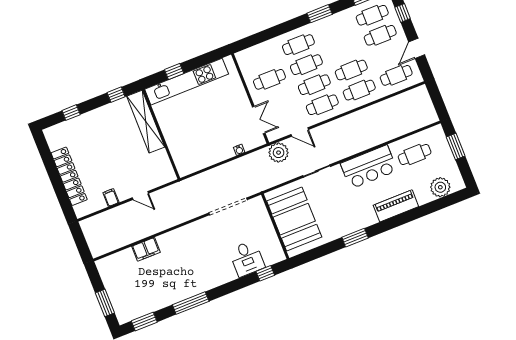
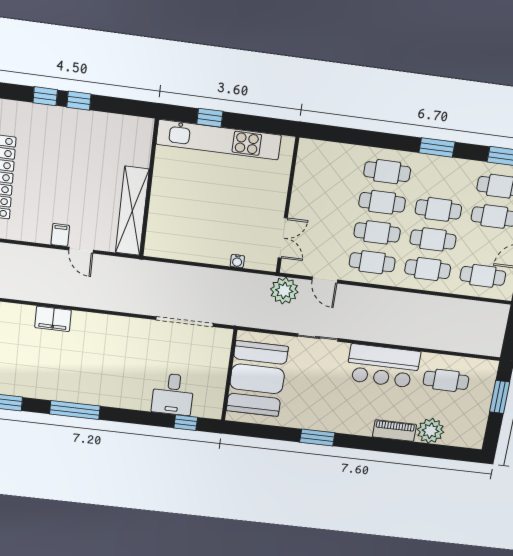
cafe table: (269, 79) -> (438, 209), moved
window: (116, 95) -> (79, 101), moved
shelving: (146, 122) -> (132, 211), moved
plant: (440, 187) -> (431, 431), moved
filing cabinet: (111, 197) -> (60, 235), moved
piano: (396, 206) -> (394, 431), width x0.73, depth x0.75

